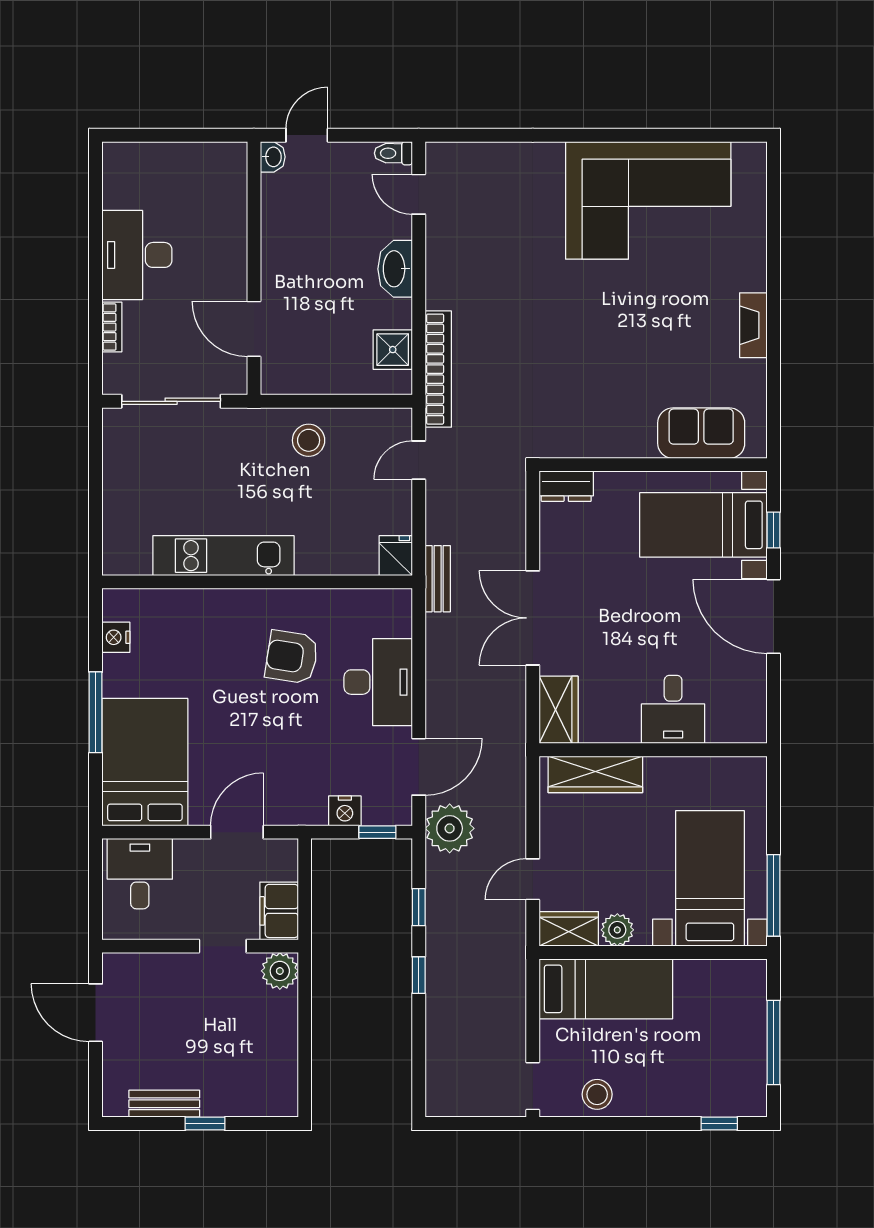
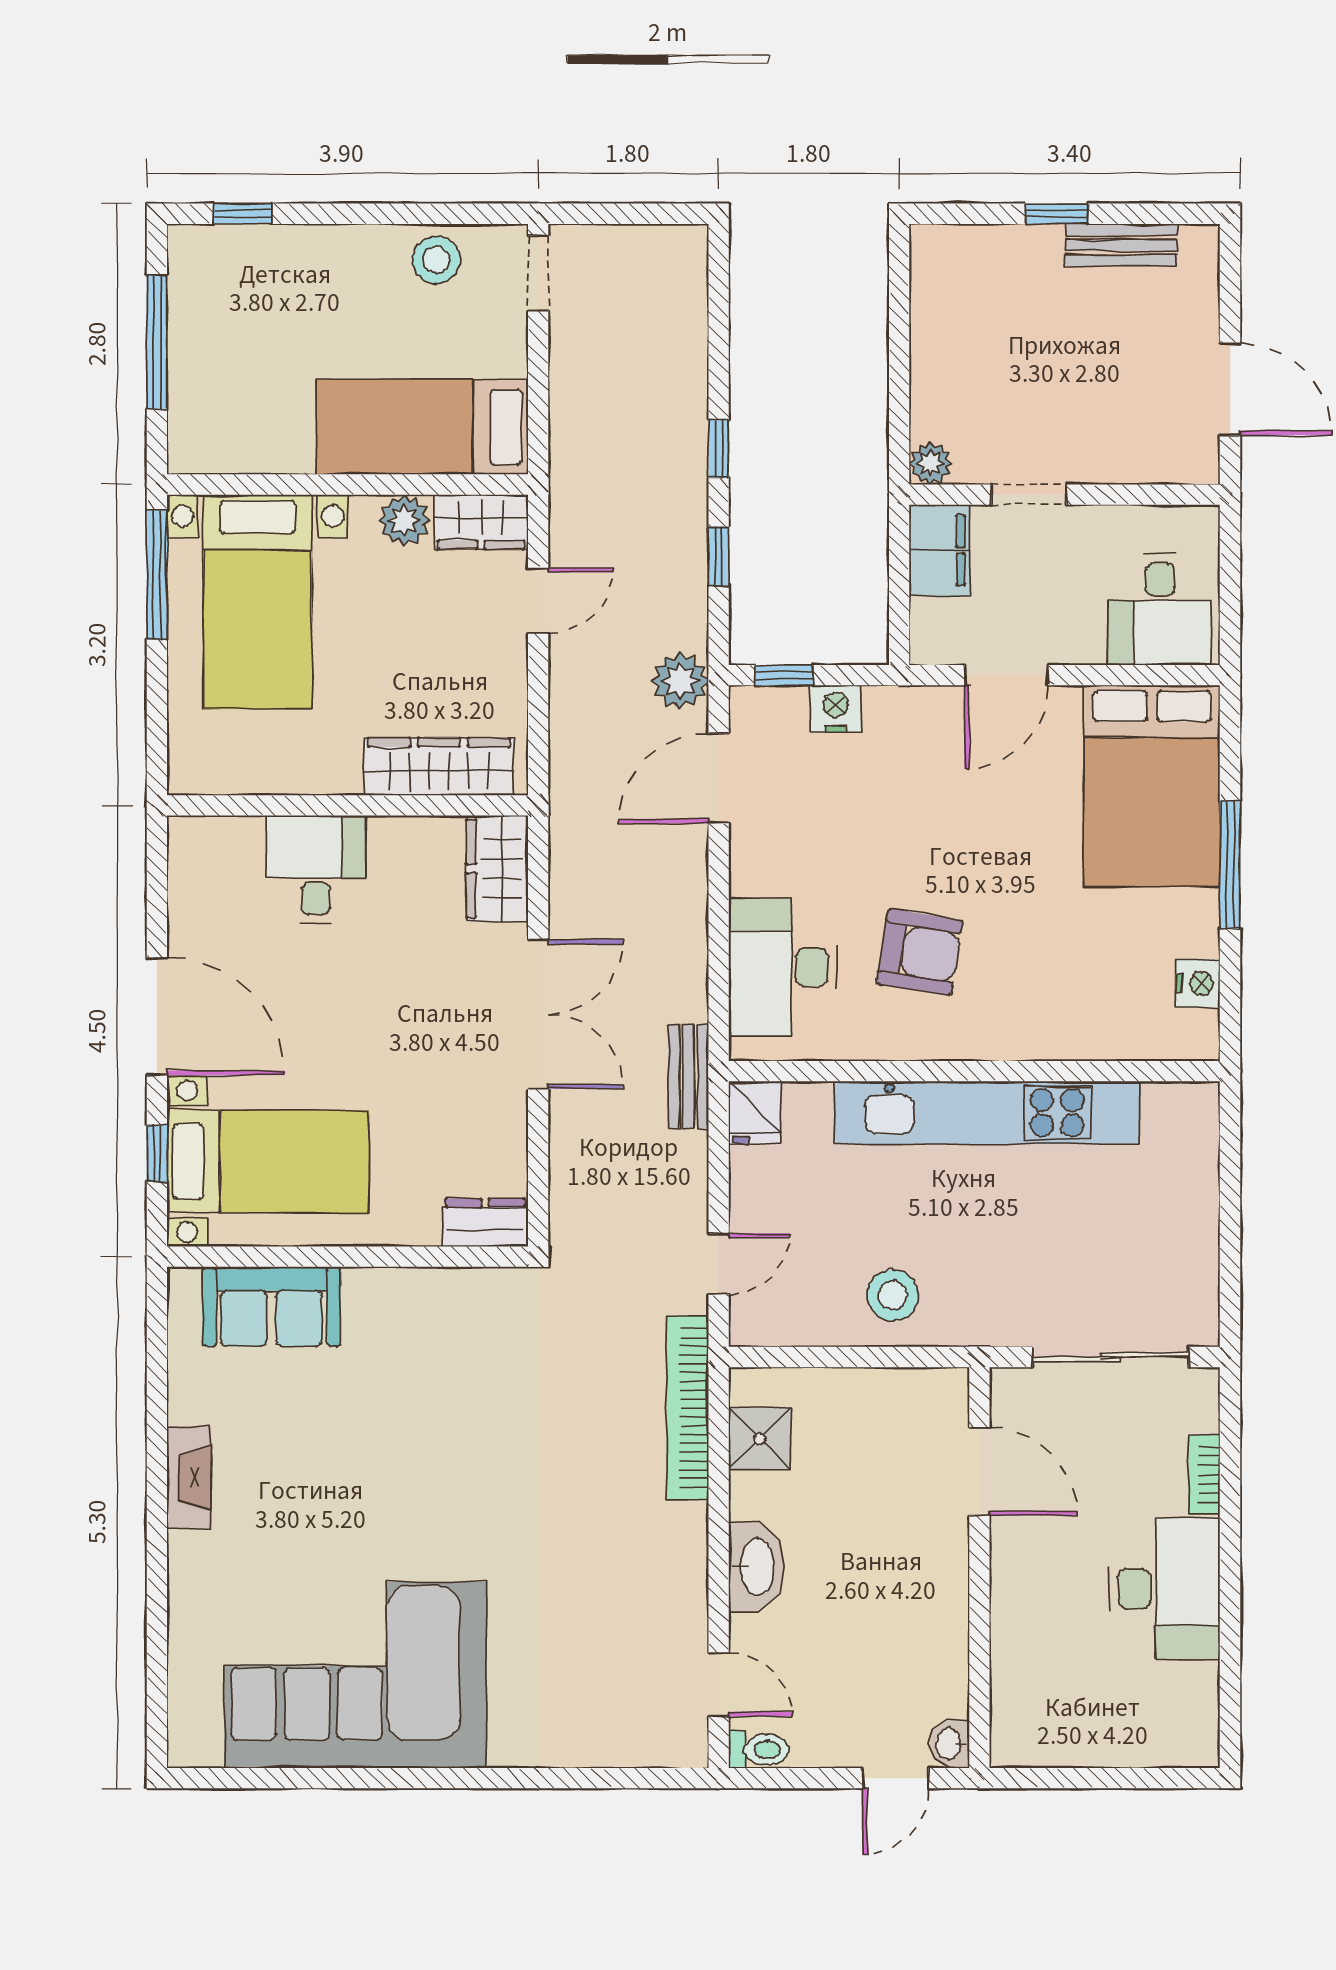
kitchen unit: (223, 556) -> (987, 1113), width x1.36
desk: (378, 682) -> (783, 967), moved
plant: (450, 828) -> (680, 681), width x0.73, depth x0.73
plant: (280, 971) -> (930, 463), width x0.73, depth x0.73

